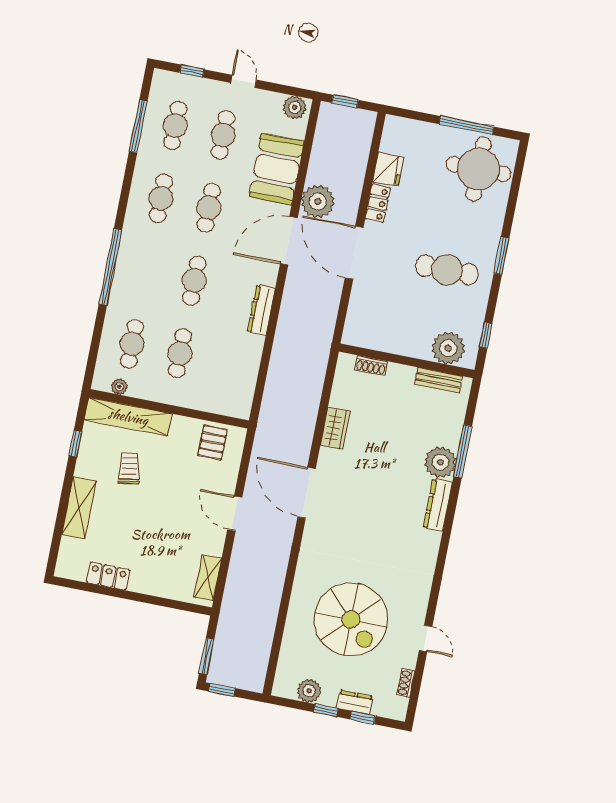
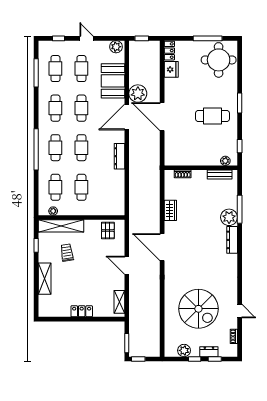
locker: (378, 203) -> (169, 51), moved
cafe table: (147, 271) -> (55, 148), added
plant: (448, 348) -> (225, 161), width x0.53, depth x0.53
locker: (108, 576) -> (82, 311), moved

